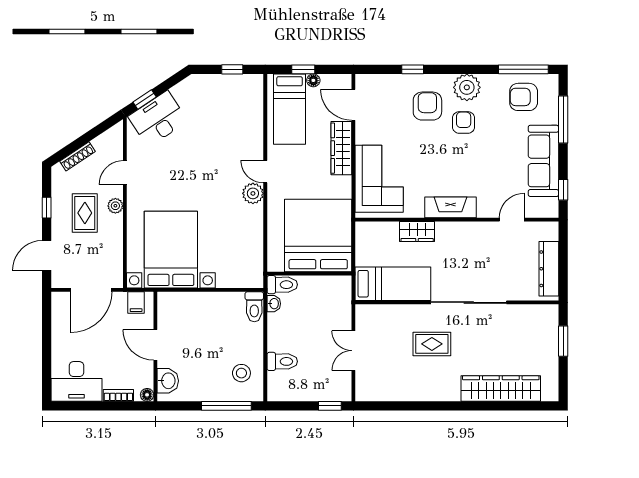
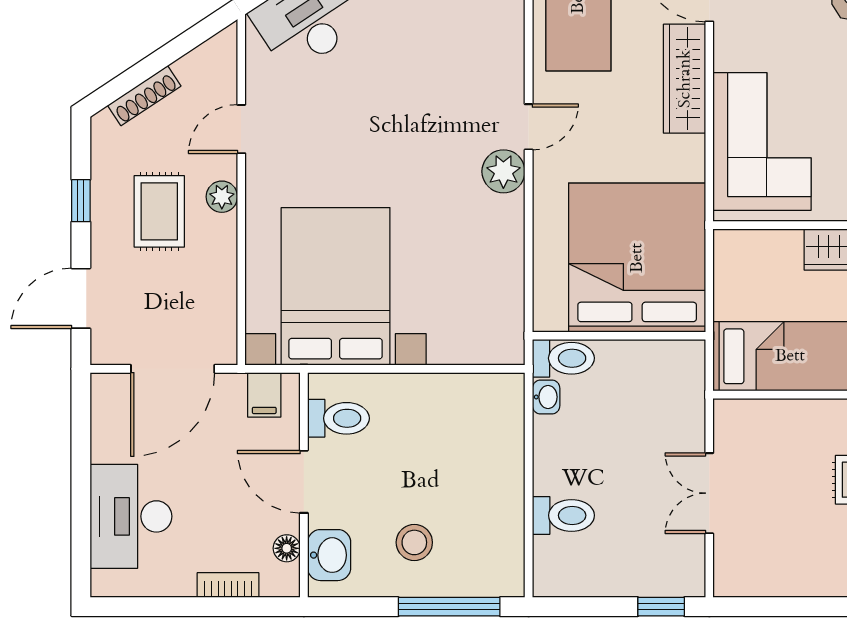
door: (265, 172) -> (529, 127), swing flipped
toilet: (254, 307) -> (338, 418), moved, turned -90
stool: (241, 373) -> (414, 542), moved
desk: (76, 381) -> (131, 516), moved, turned 90
floor lamp: (147, 395) -> (287, 548), moved

